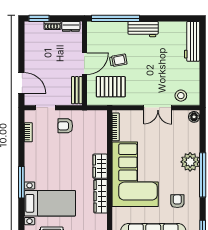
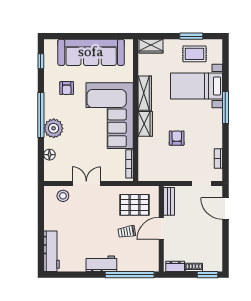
floor lamp: (194, 117) -> (49, 155), moved
armchair: (65, 126) -> (177, 138), moved, turned -90

